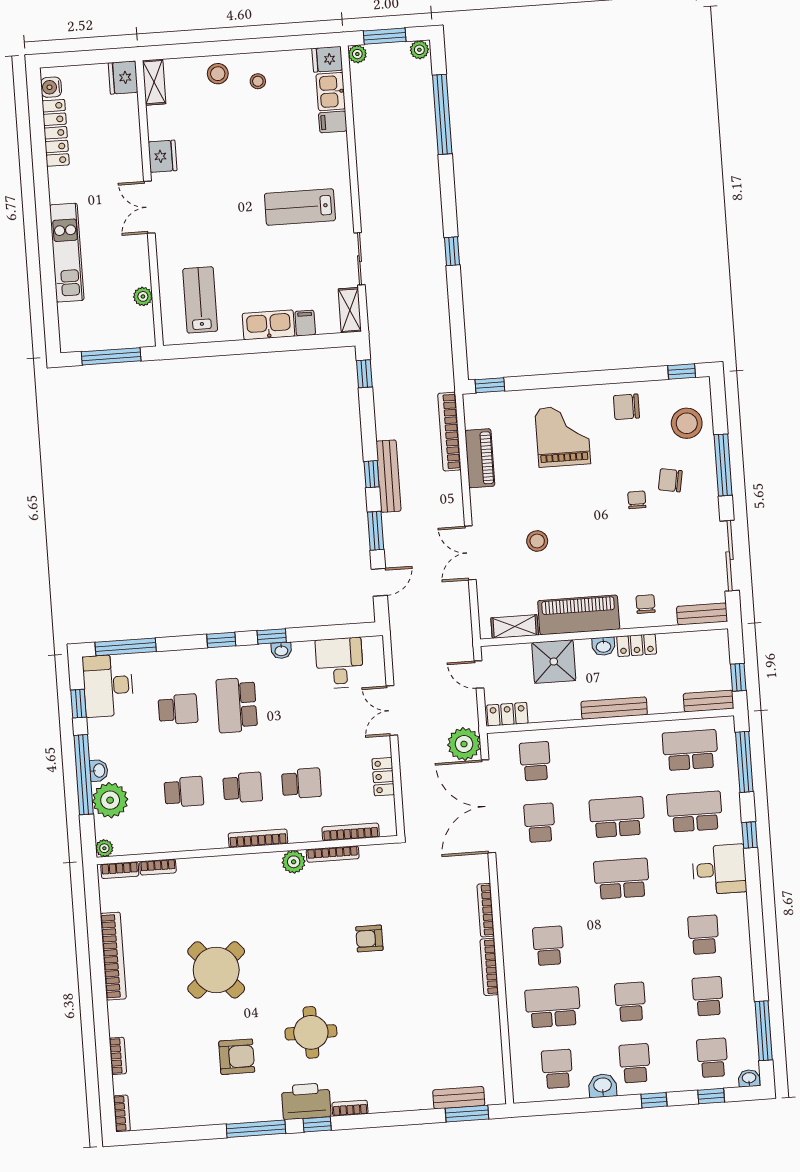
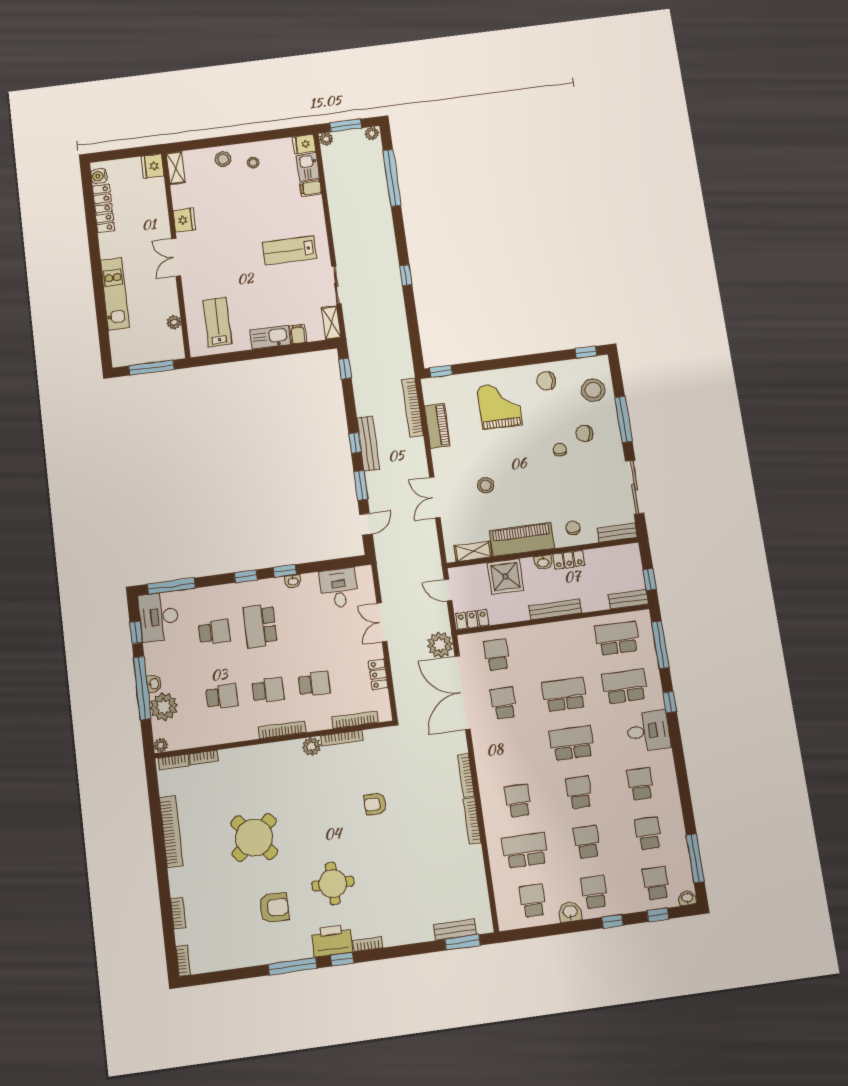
school desk: (626, 940) -> (579, 792), added

